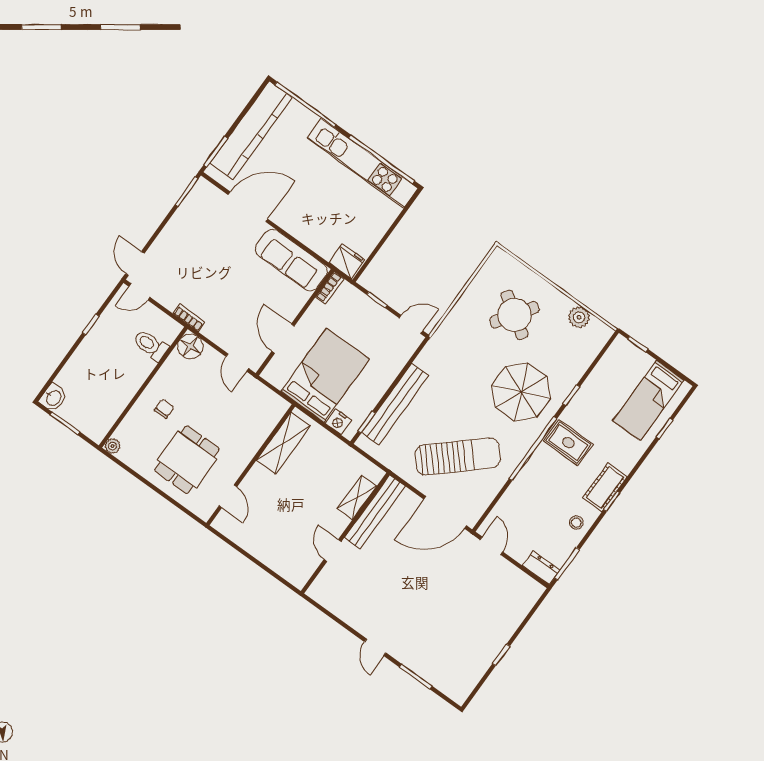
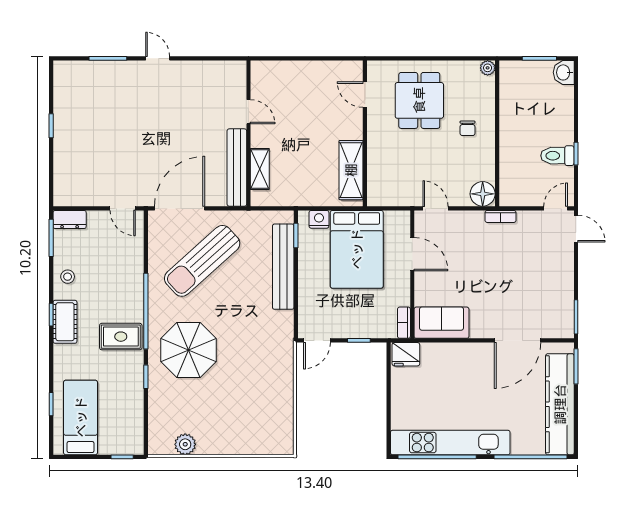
sofa: (291, 260) -> (442, 323), width x0.74
round table: (514, 315) -> (239, 409), removed
toilet: (151, 345) -> (557, 156), moved, turned 180

